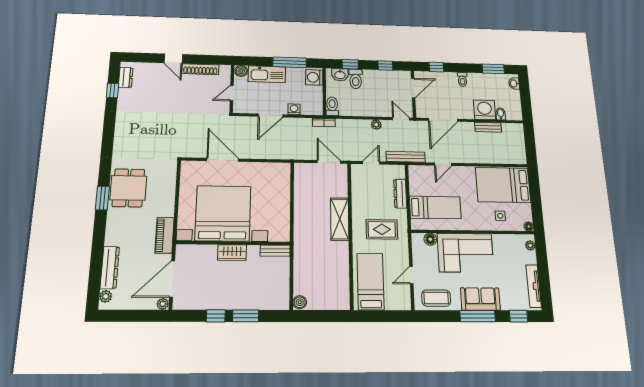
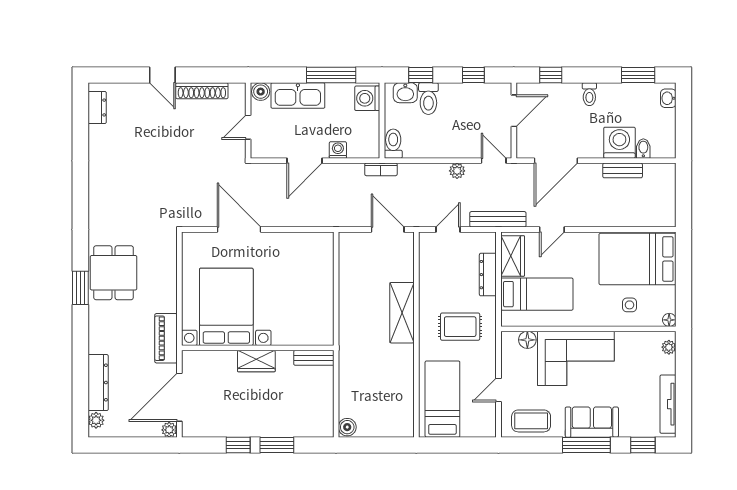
window: (112, 90) -> (80, 128), removed
wardrobe: (417, 181) -> (513, 256), added
bed with nightstands: (223, 213) -> (226, 307), width x0.73

